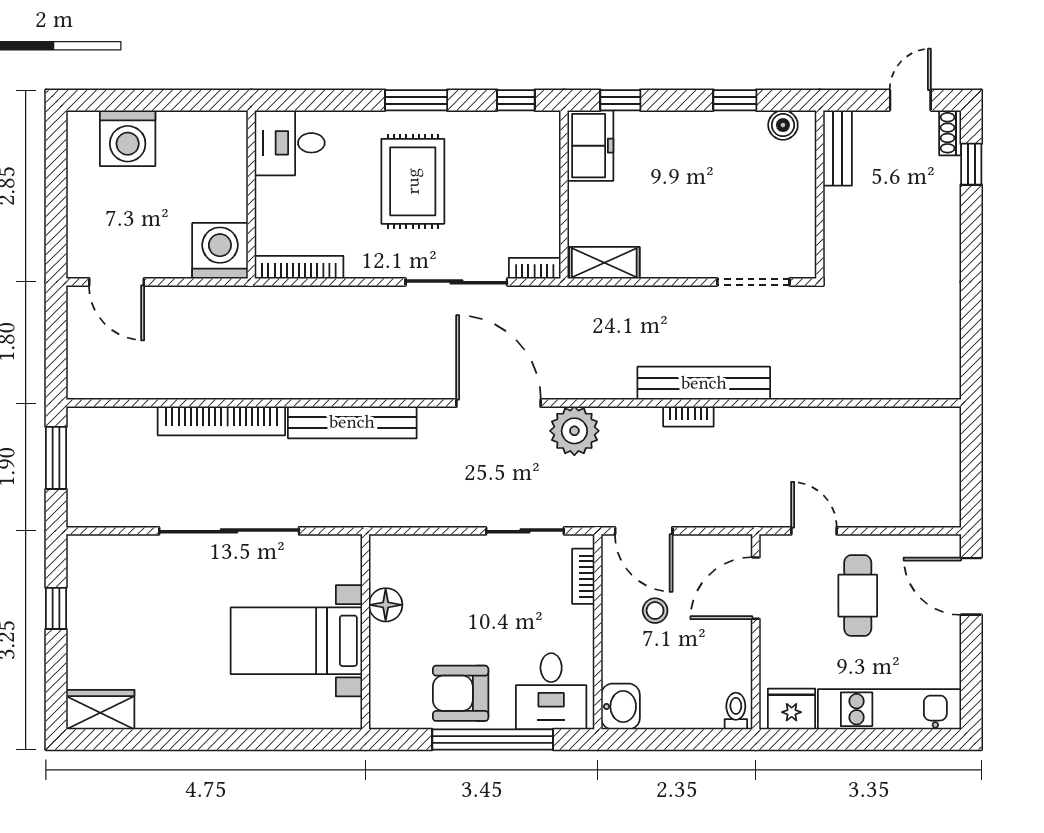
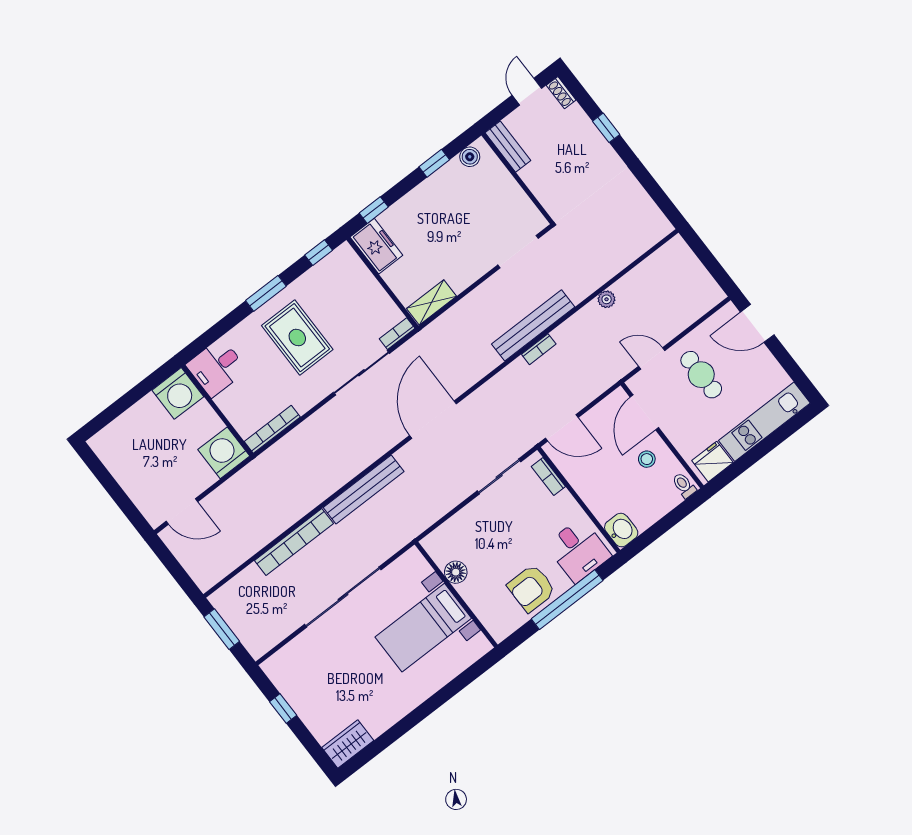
washing machine: (128, 138) -> (178, 393), moved
window: (971, 164) -> (606, 128), moved
door: (498, 403) -> (433, 420), hinge flipped
plant: (574, 431) -> (607, 299), moved, width x0.53, depth x0.53
stool: (655, 611) -> (647, 459), moved

